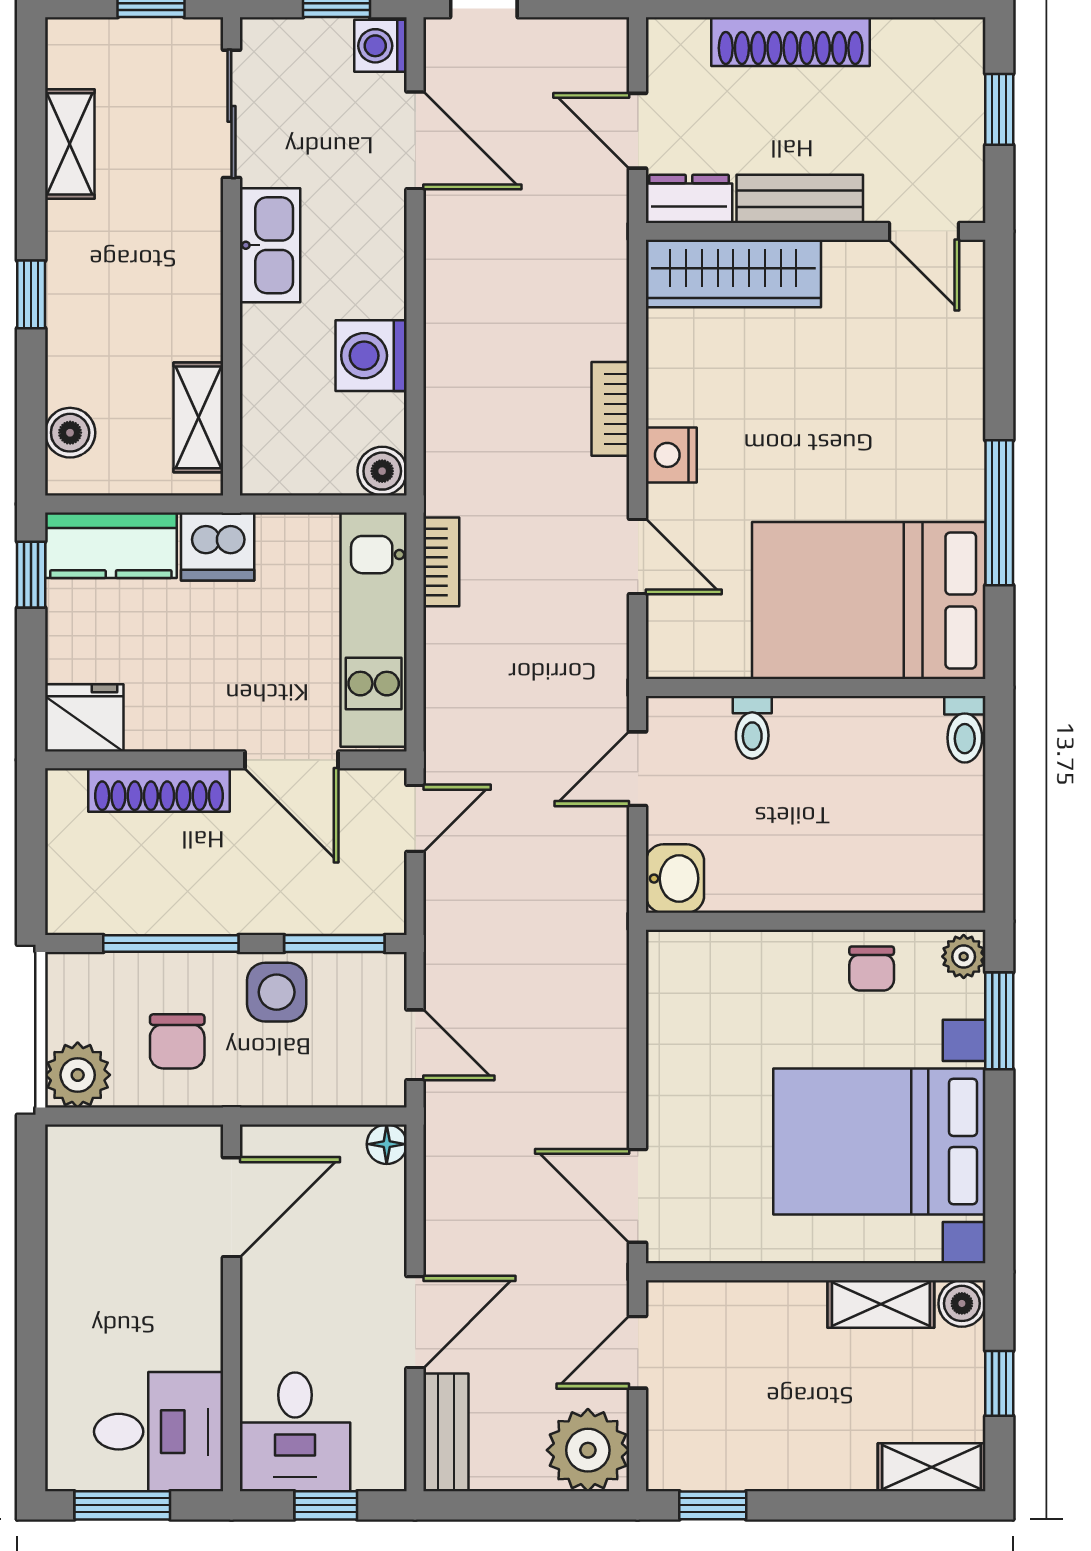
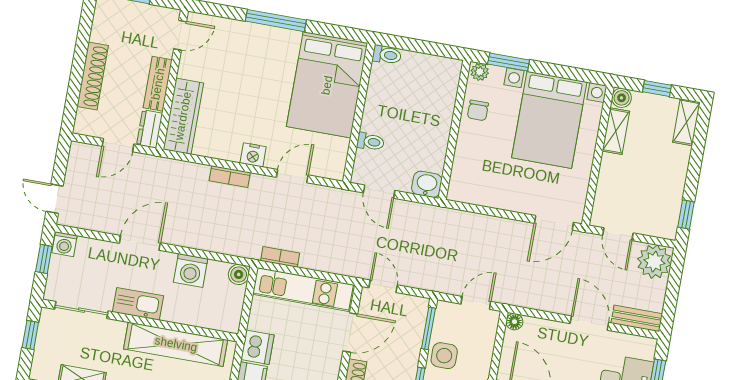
door: (415, 140) -> (140, 243), moved
shelving: (198, 417) -> (176, 344), width x2.20, depth x1.33
window: (999, 513) -> (276, 21), moved
chair: (872, 968) -> (478, 110), turned 90

